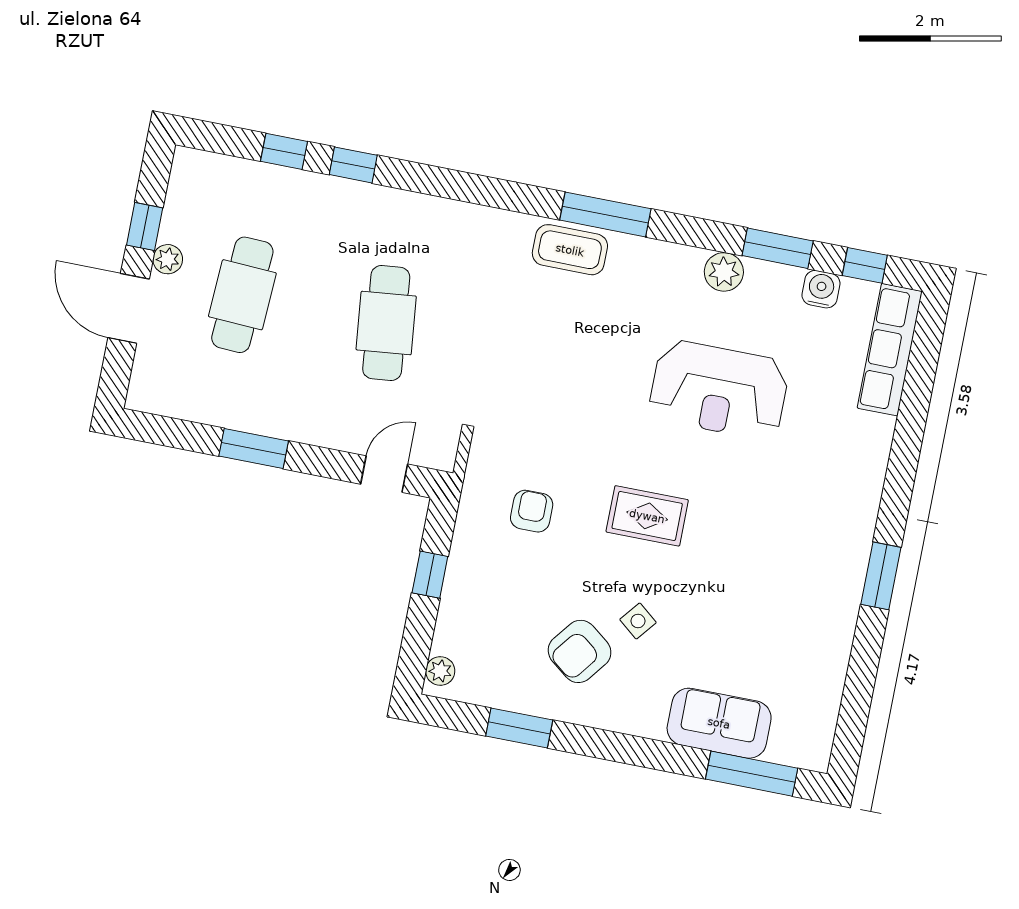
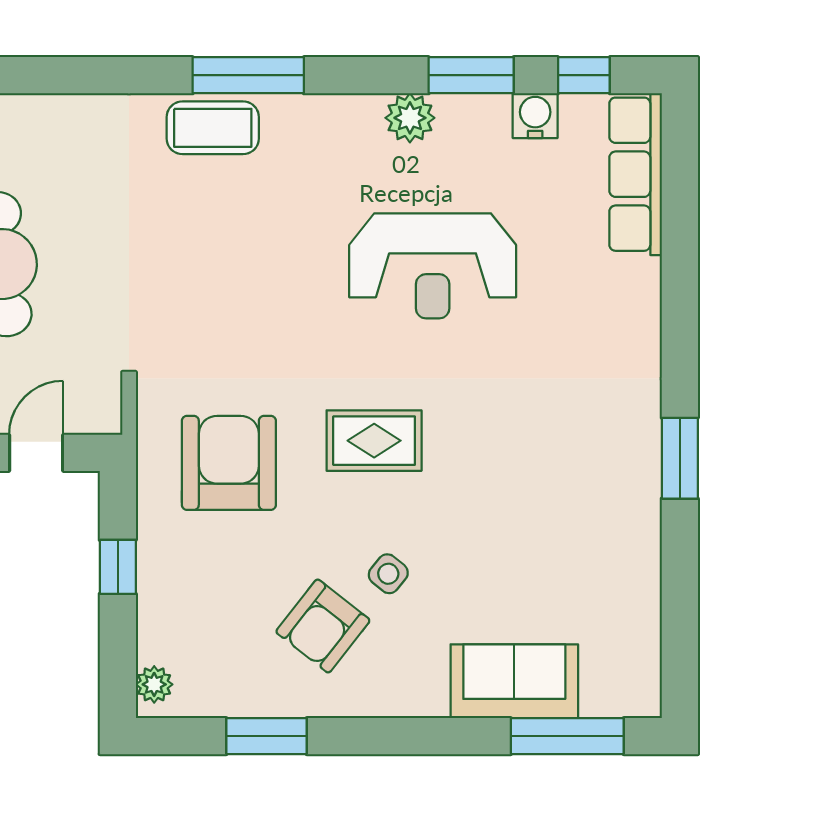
armchair: (532, 511) -> (229, 463), width x1.88, depth x1.88

